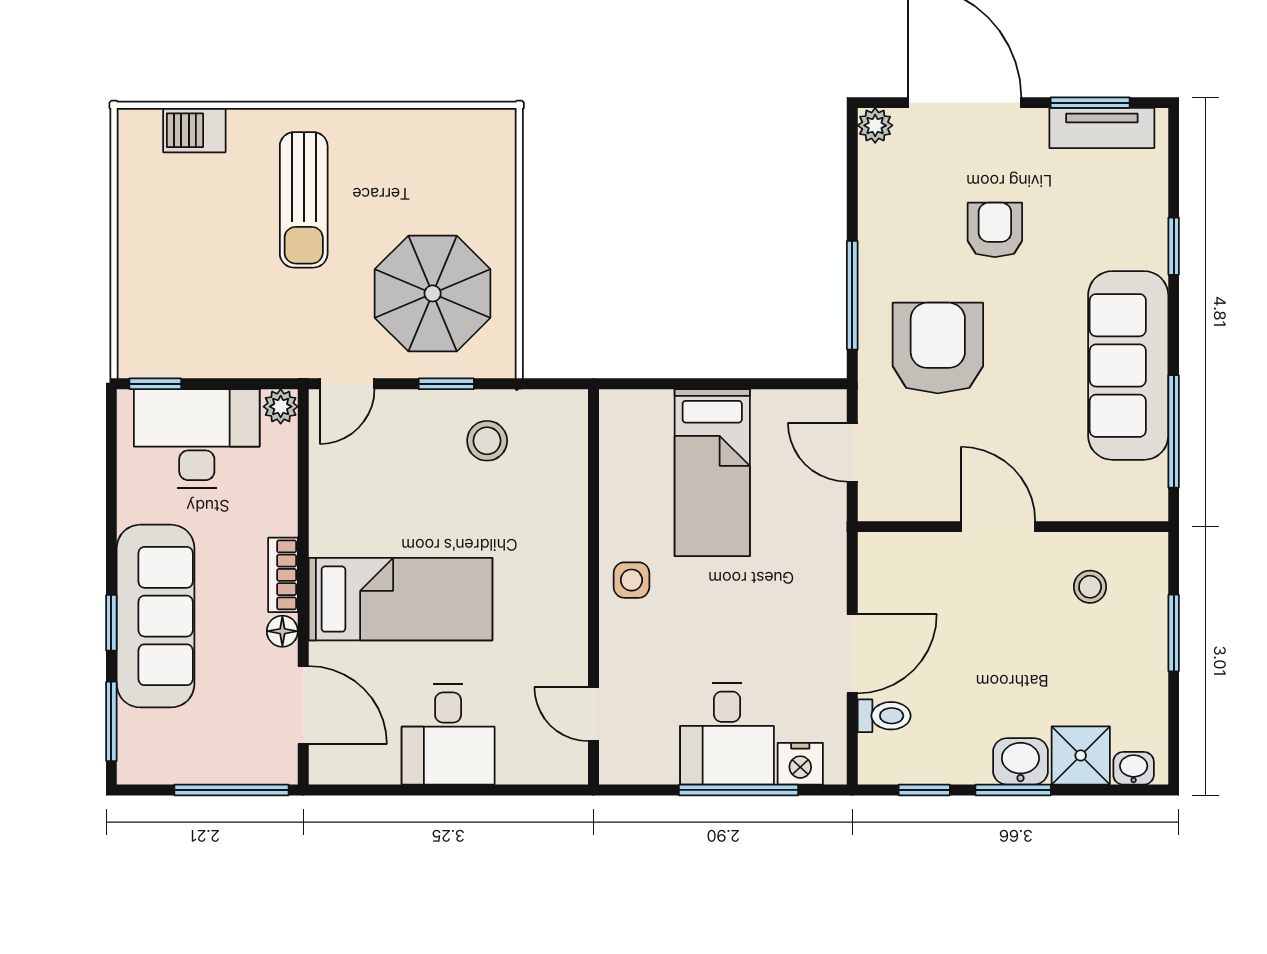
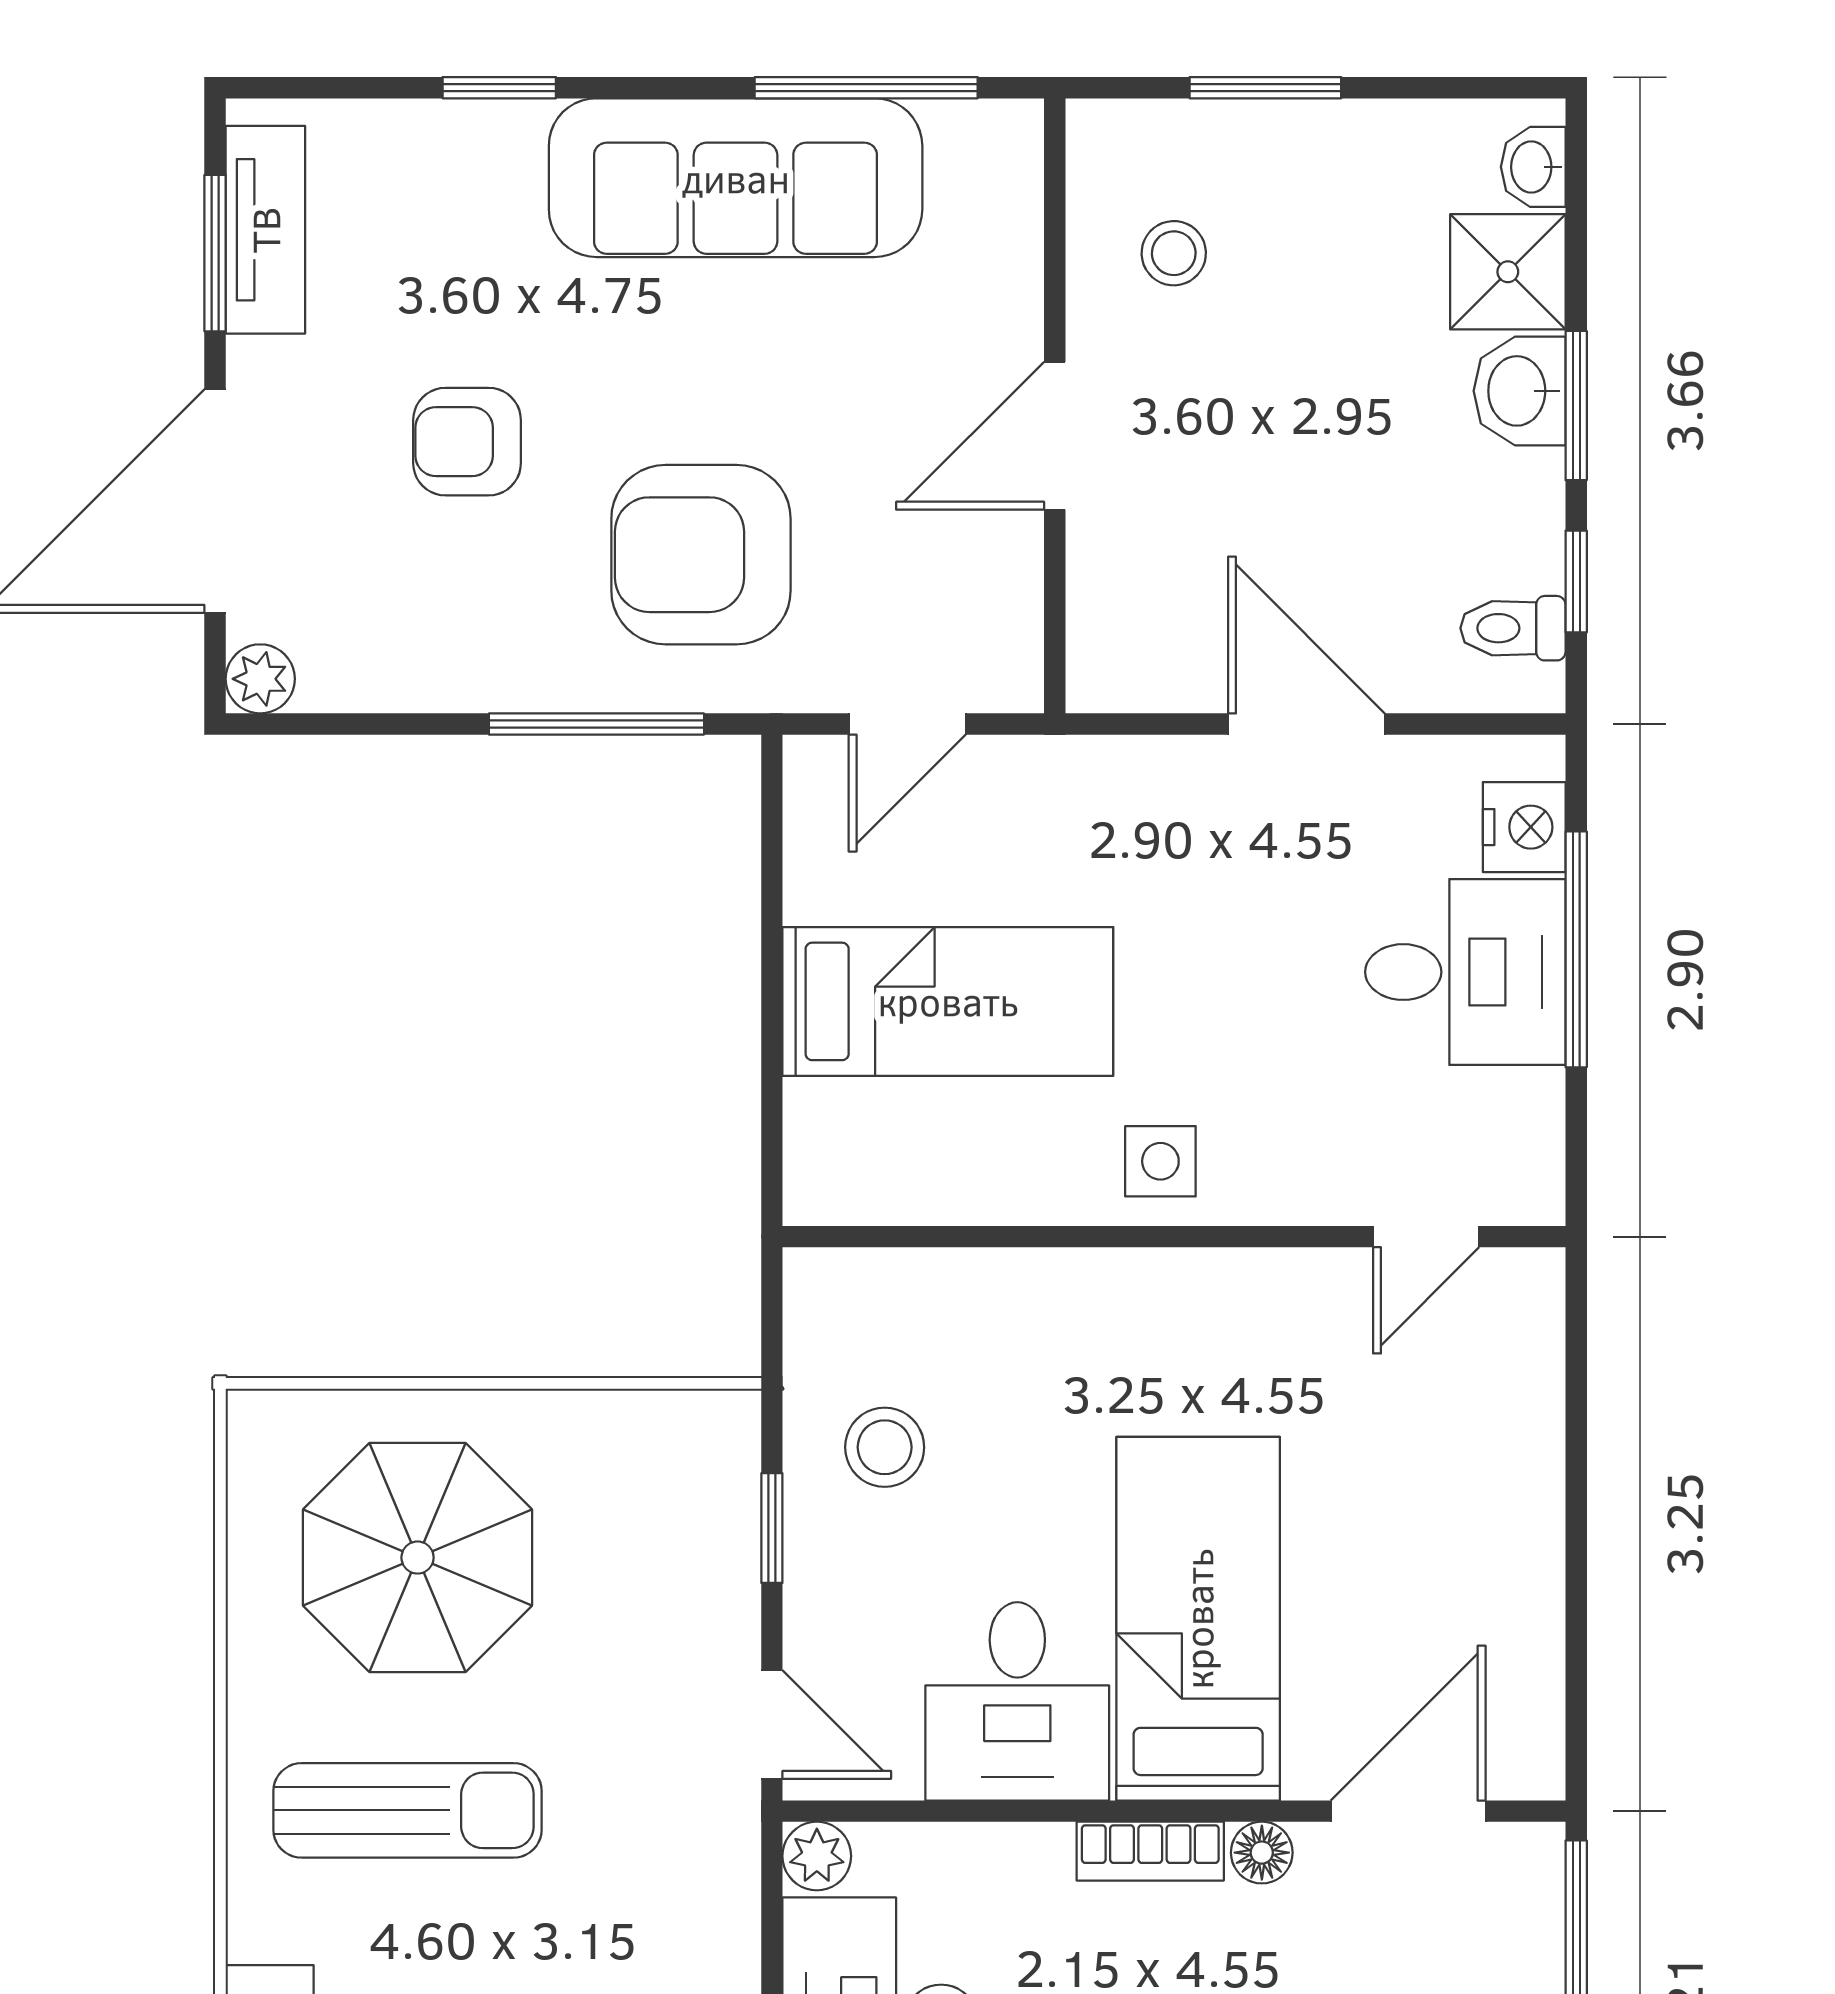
parasol: (433, 293) -> (418, 1558), moved
toilet: (884, 716) -> (1513, 628), moved, turned -90
desk: (448, 735) -> (1017, 1701), moved, turned 90

